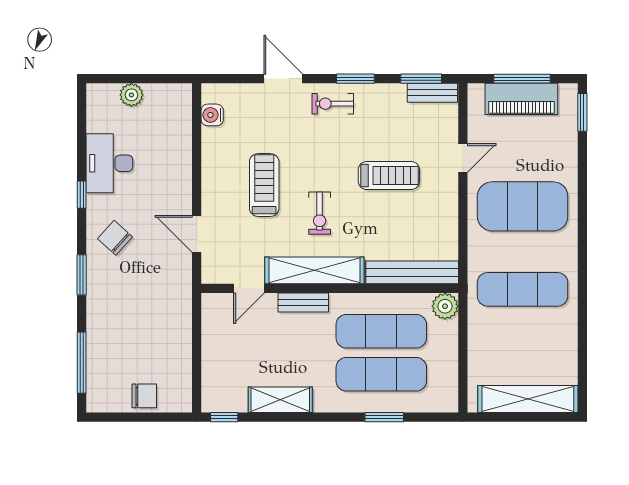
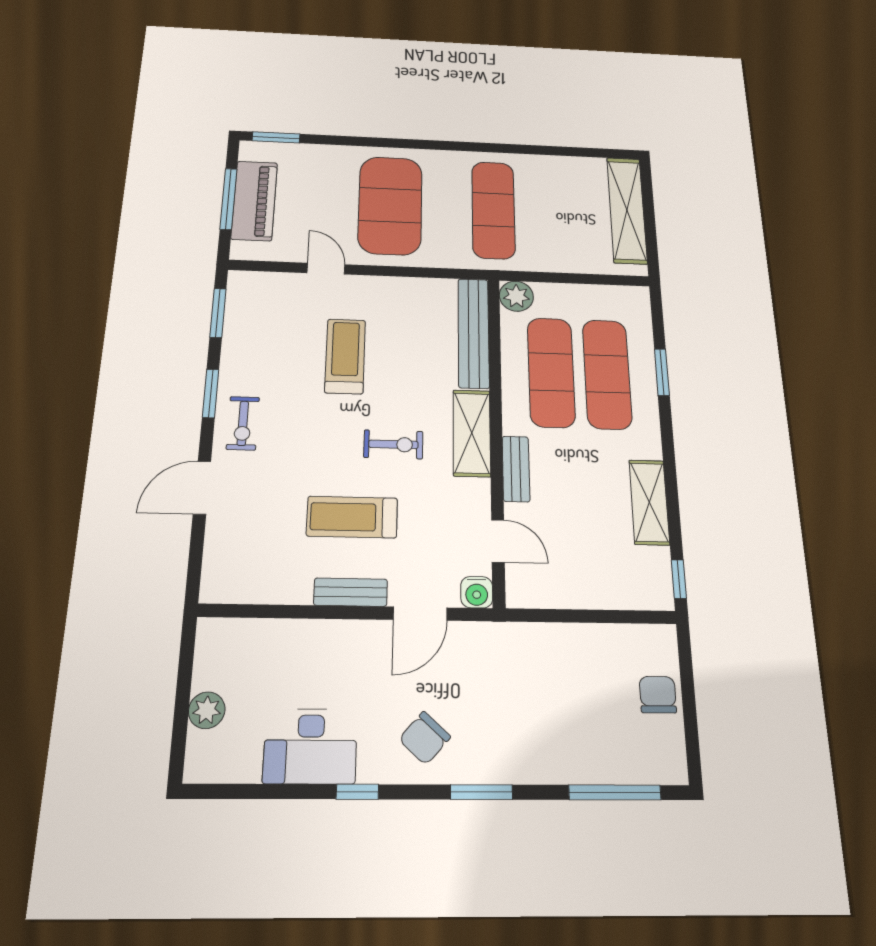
bench: (432, 93) -> (351, 592), moved, turned 90
water cooler: (212, 115) -> (477, 592), moved
shelving: (314, 270) -> (472, 433), width x0.68

